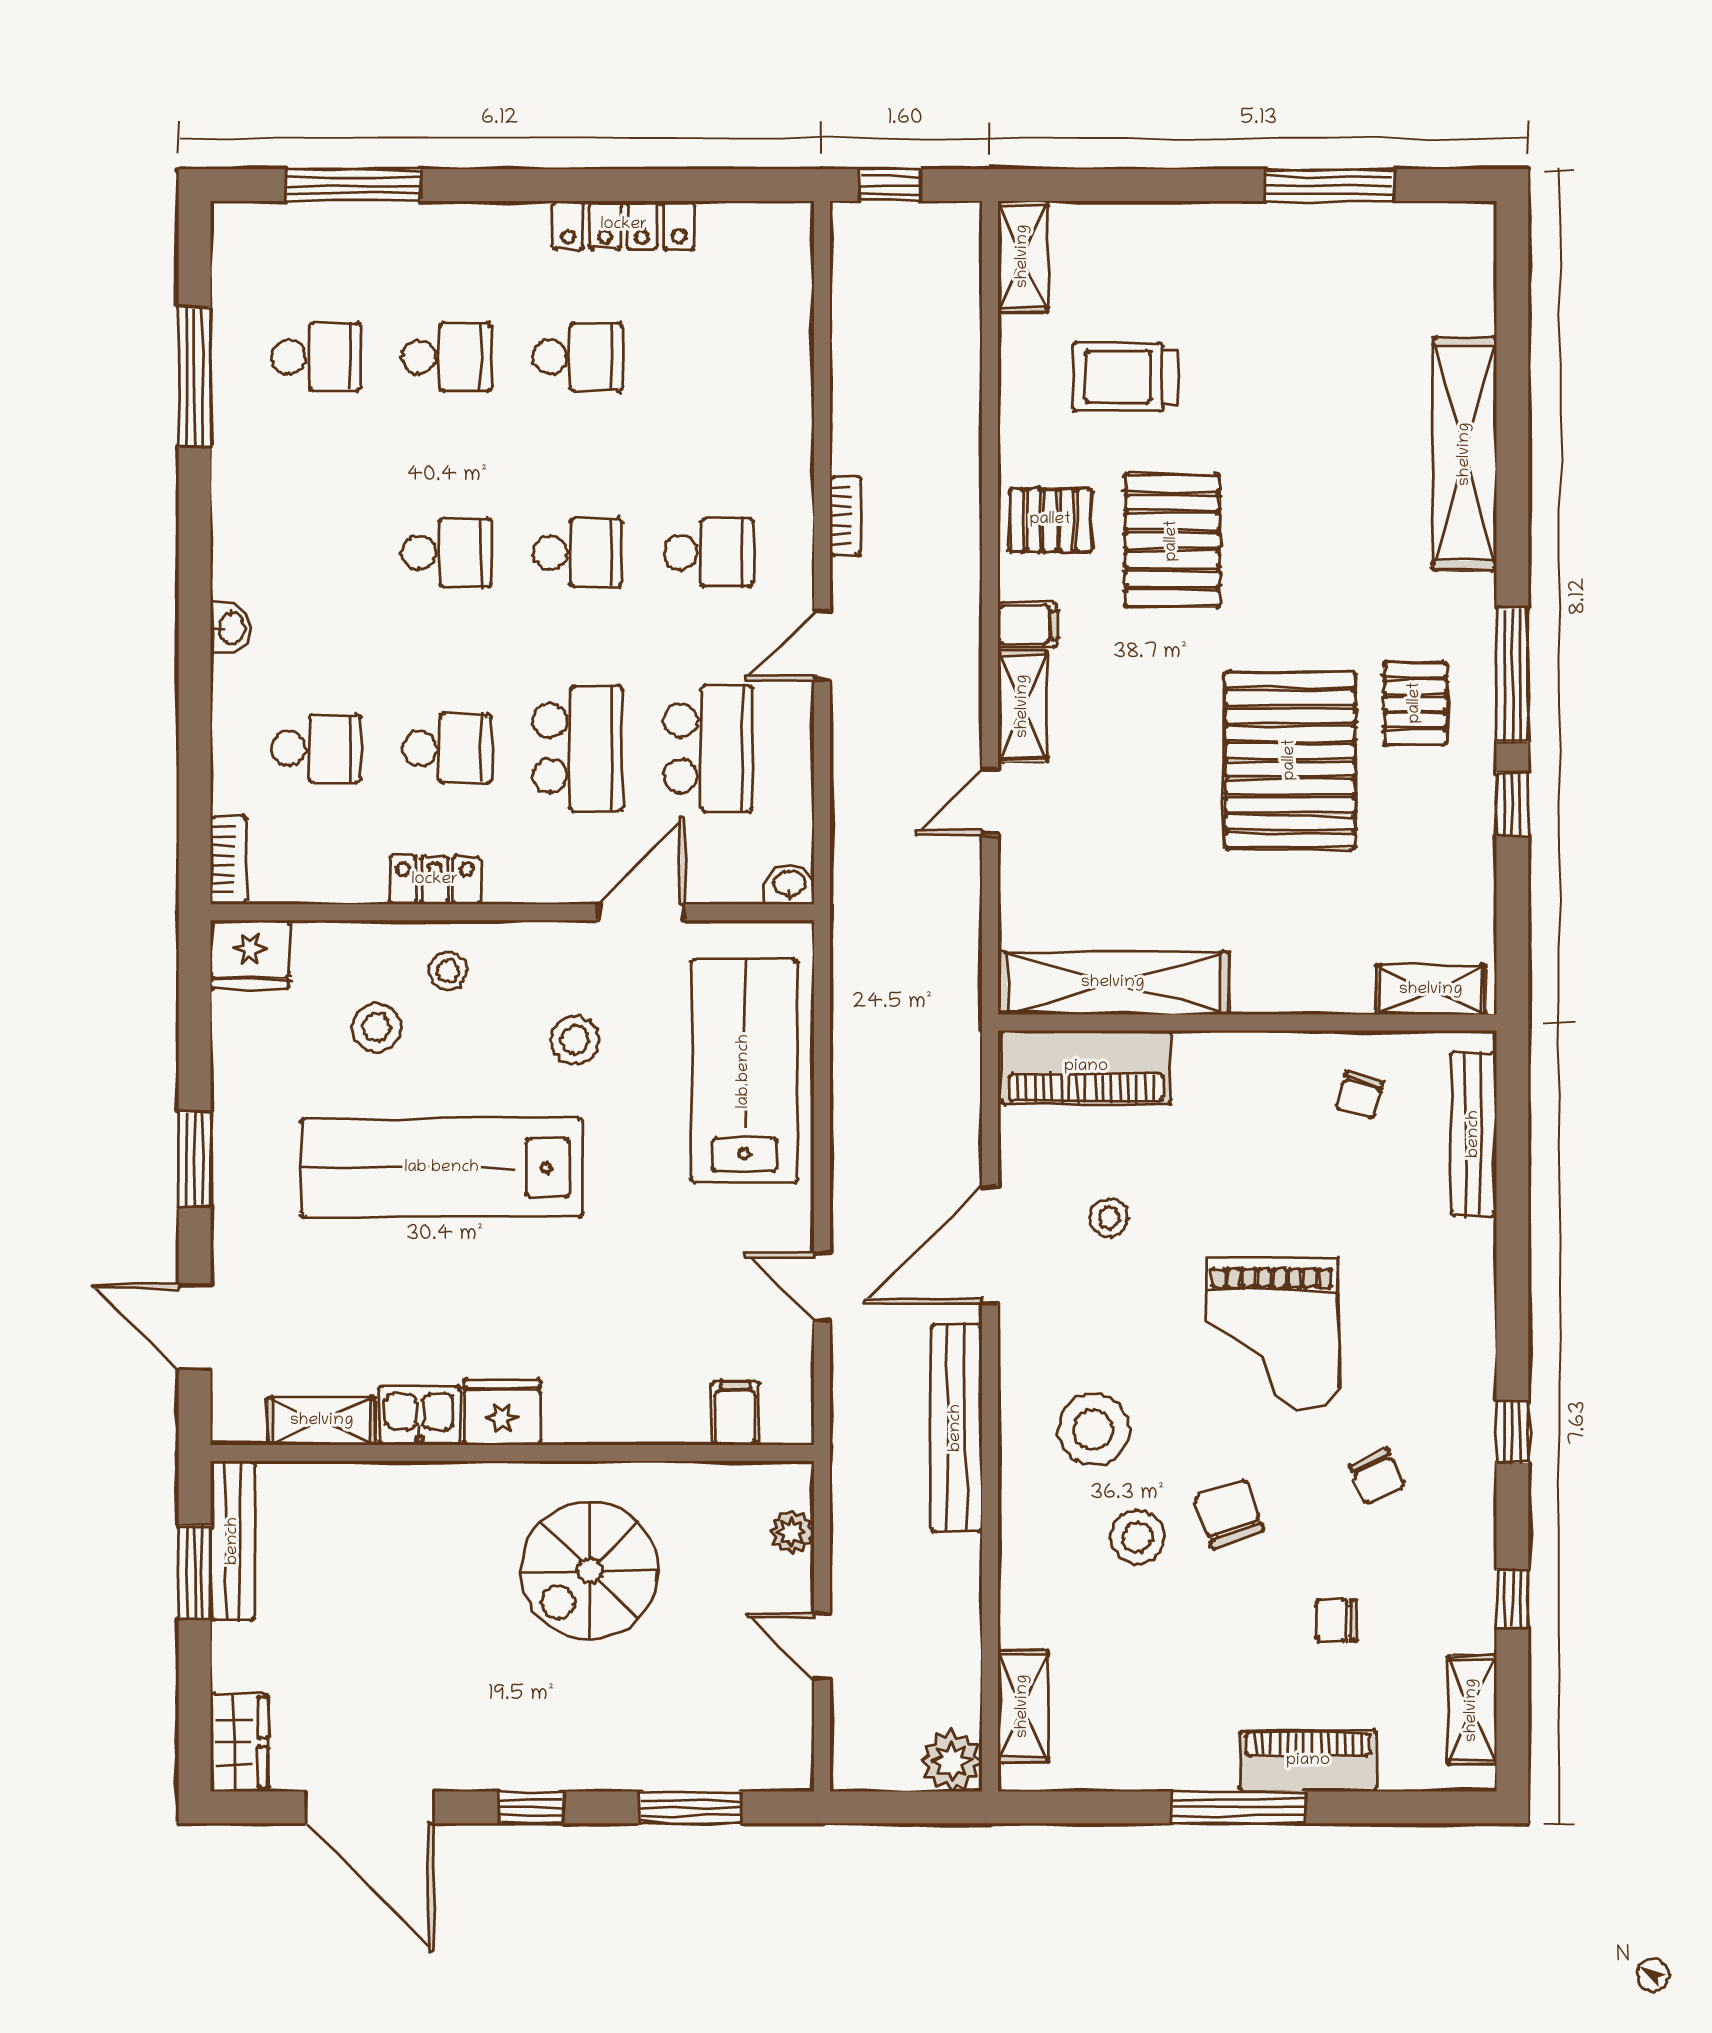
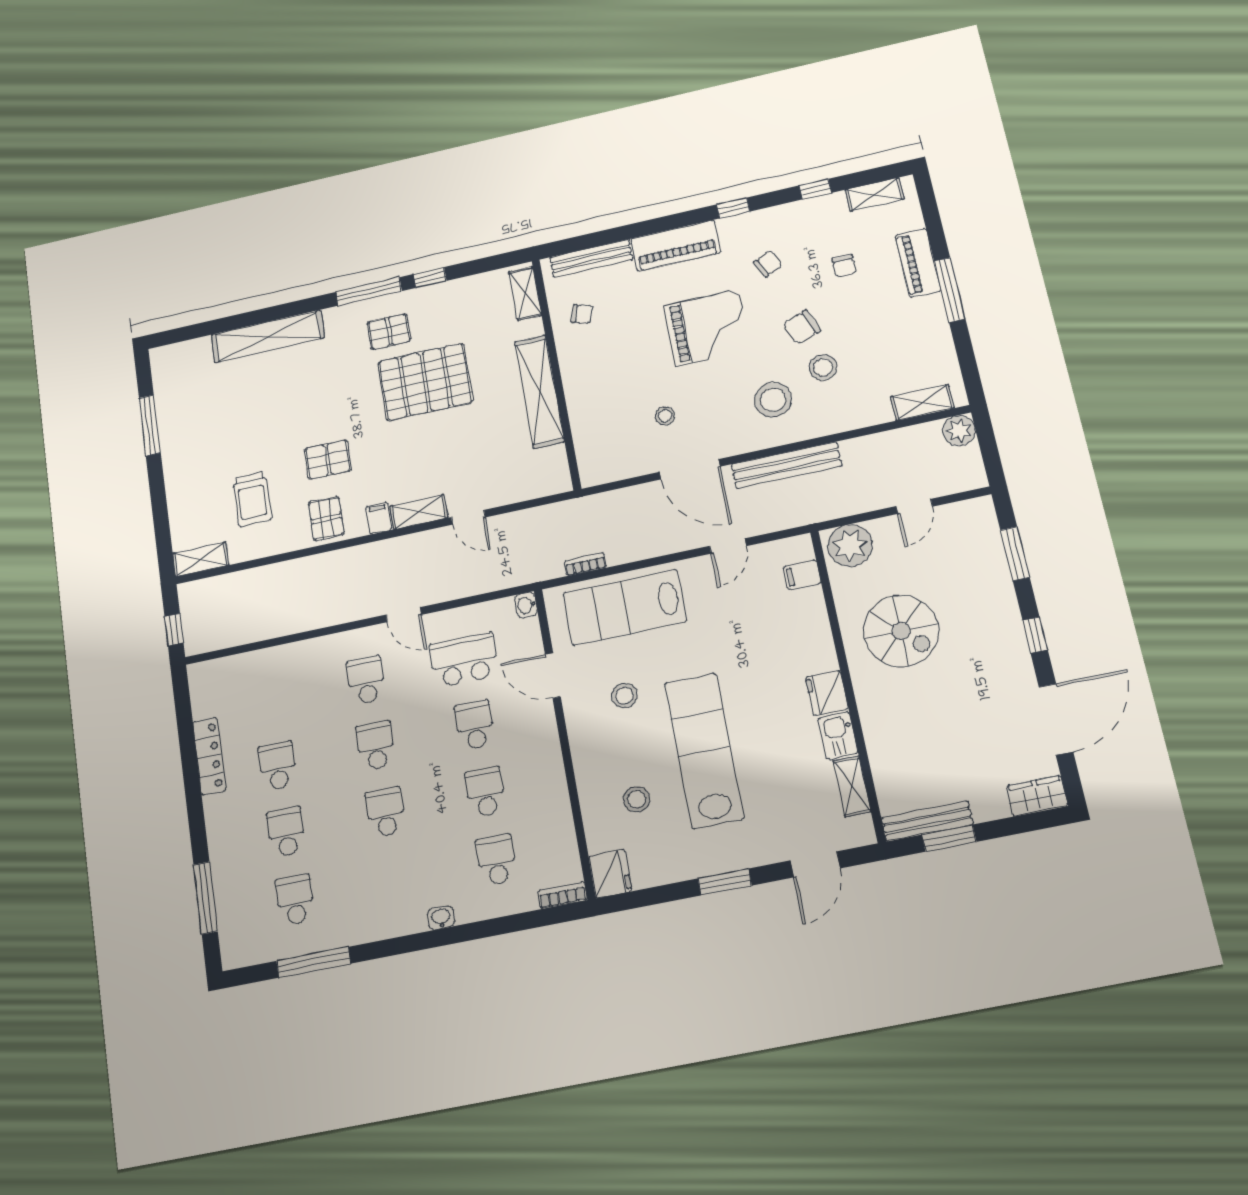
bookcase: (846, 515) -> (585, 564), moved
pallet: (1172, 541) -> (328, 460), width x0.67, depth x0.71
school desk: (578, 748) -> (475, 725), width x0.54
locker: (435, 880) -> (555, 784), removed
stool: (448, 971) -> (600, 768), removed
shelving: (1113, 983) -> (539, 392), moved
piano: (1086, 1067) -> (676, 246), moved, turned 90
lab bench: (442, 1168) -> (704, 750), turned 180
plant: (792, 1532) -> (850, 546), width x1.88, depth x1.88

